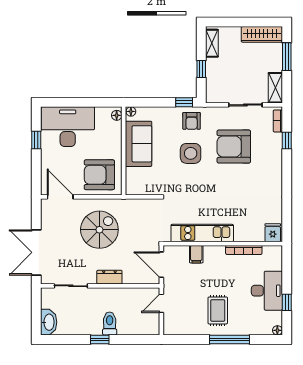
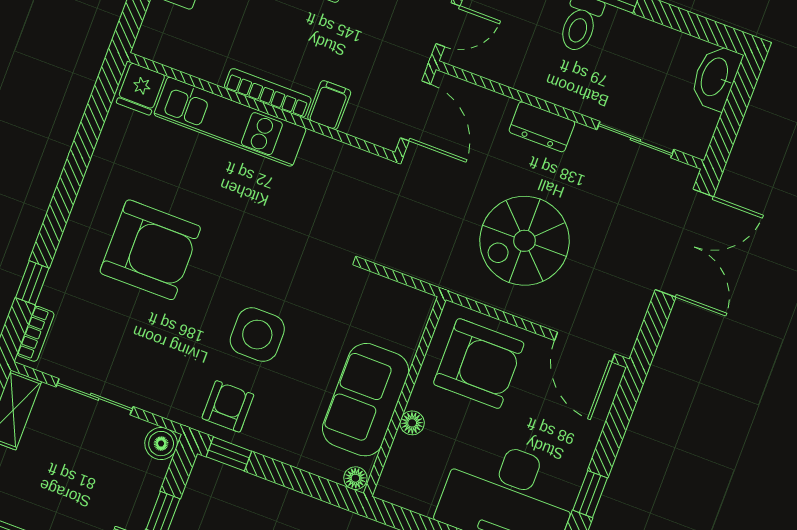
boiler: (212, 96) -> (161, 444), added
floor lamp: (117, 115) -> (412, 423), moved
armchair: (234, 147) -> (150, 250), moved
kitchen unit: (202, 233) -> (230, 122), moved
bookcase: (244, 250) -> (268, 93), moved

